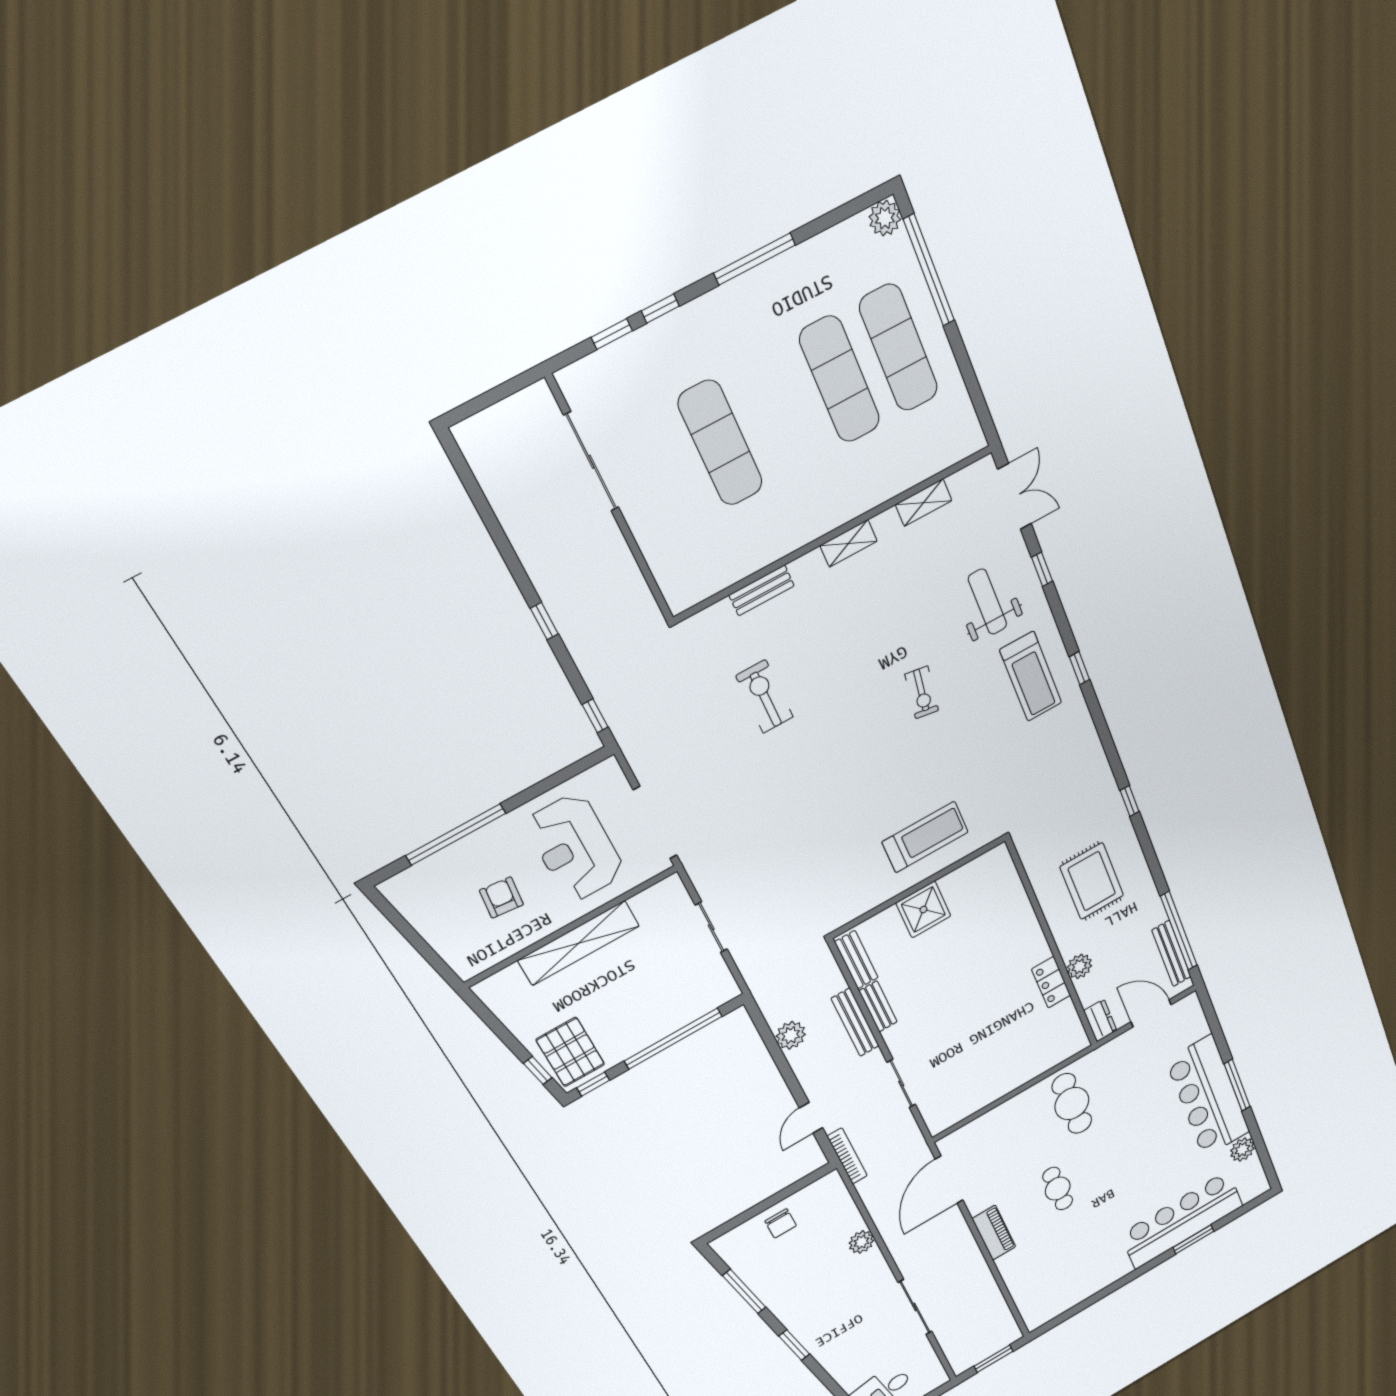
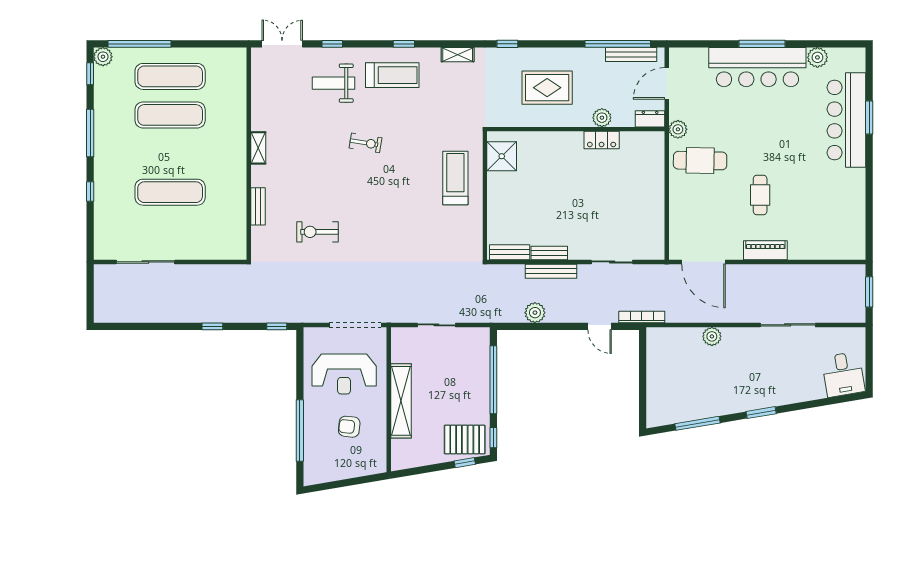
window: (612, 334) -> (90, 74), moved
shelving: (924, 503) -> (458, 55), moved, turned 90
shower: (923, 910) -> (502, 156), moved
plant: (1100, 1058) -> (678, 129), added
cafe table: (1058, 1189) -> (760, 195), turned 90
chair: (781, 1223) -> (663, 379), removed

